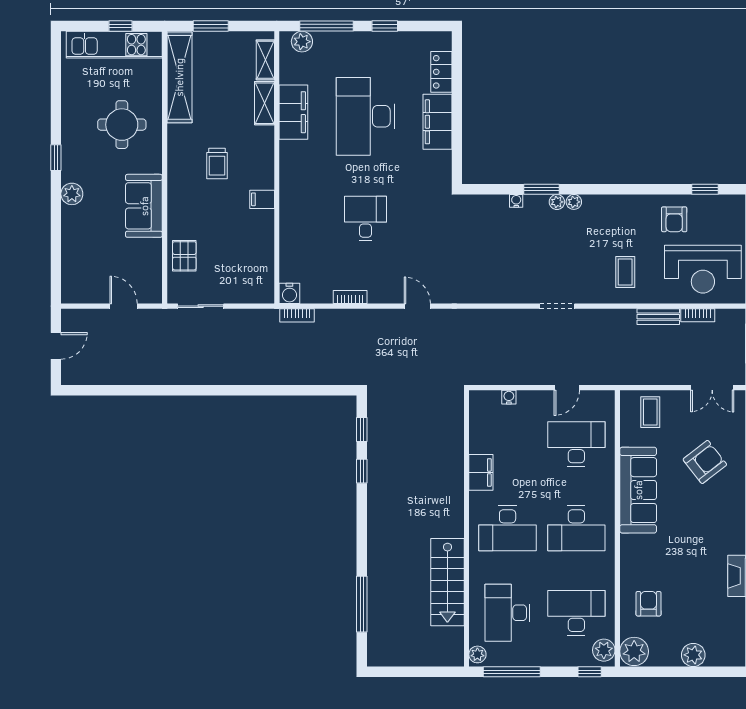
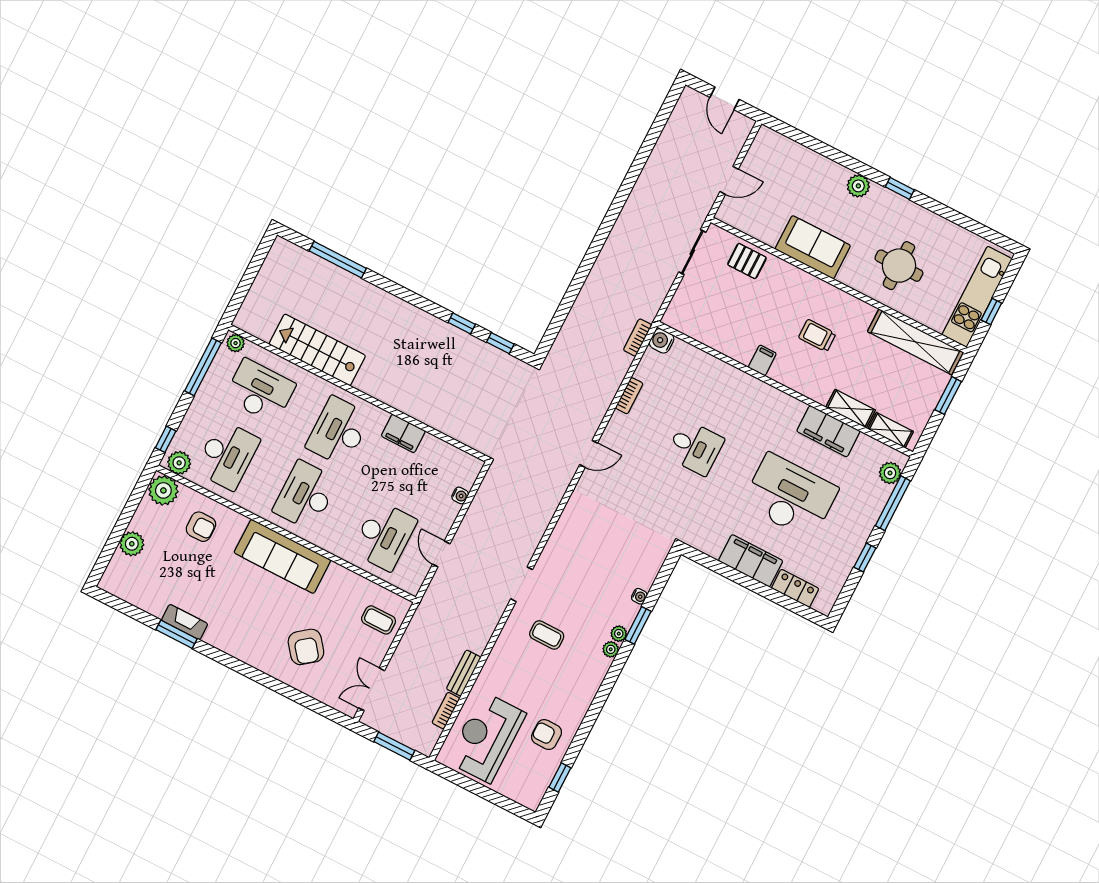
coffee table: (625, 272) -> (547, 635), moved
sofa: (638, 490) -> (282, 556), moved

